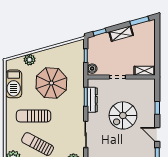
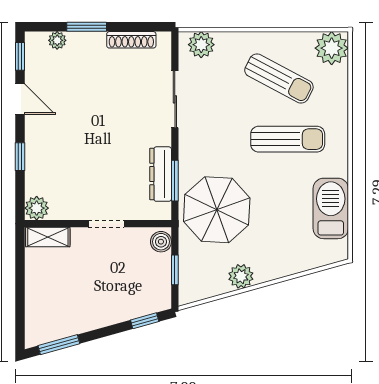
shelving: (121, 34) -> (98, 317), removed
plant: (30, 60) -> (241, 276), moved
parasol: (51, 83) -> (217, 210), moved
plant: (150, 84) -> (37, 208), added
spiral stairs: (123, 115) -> (94, 140), removed

